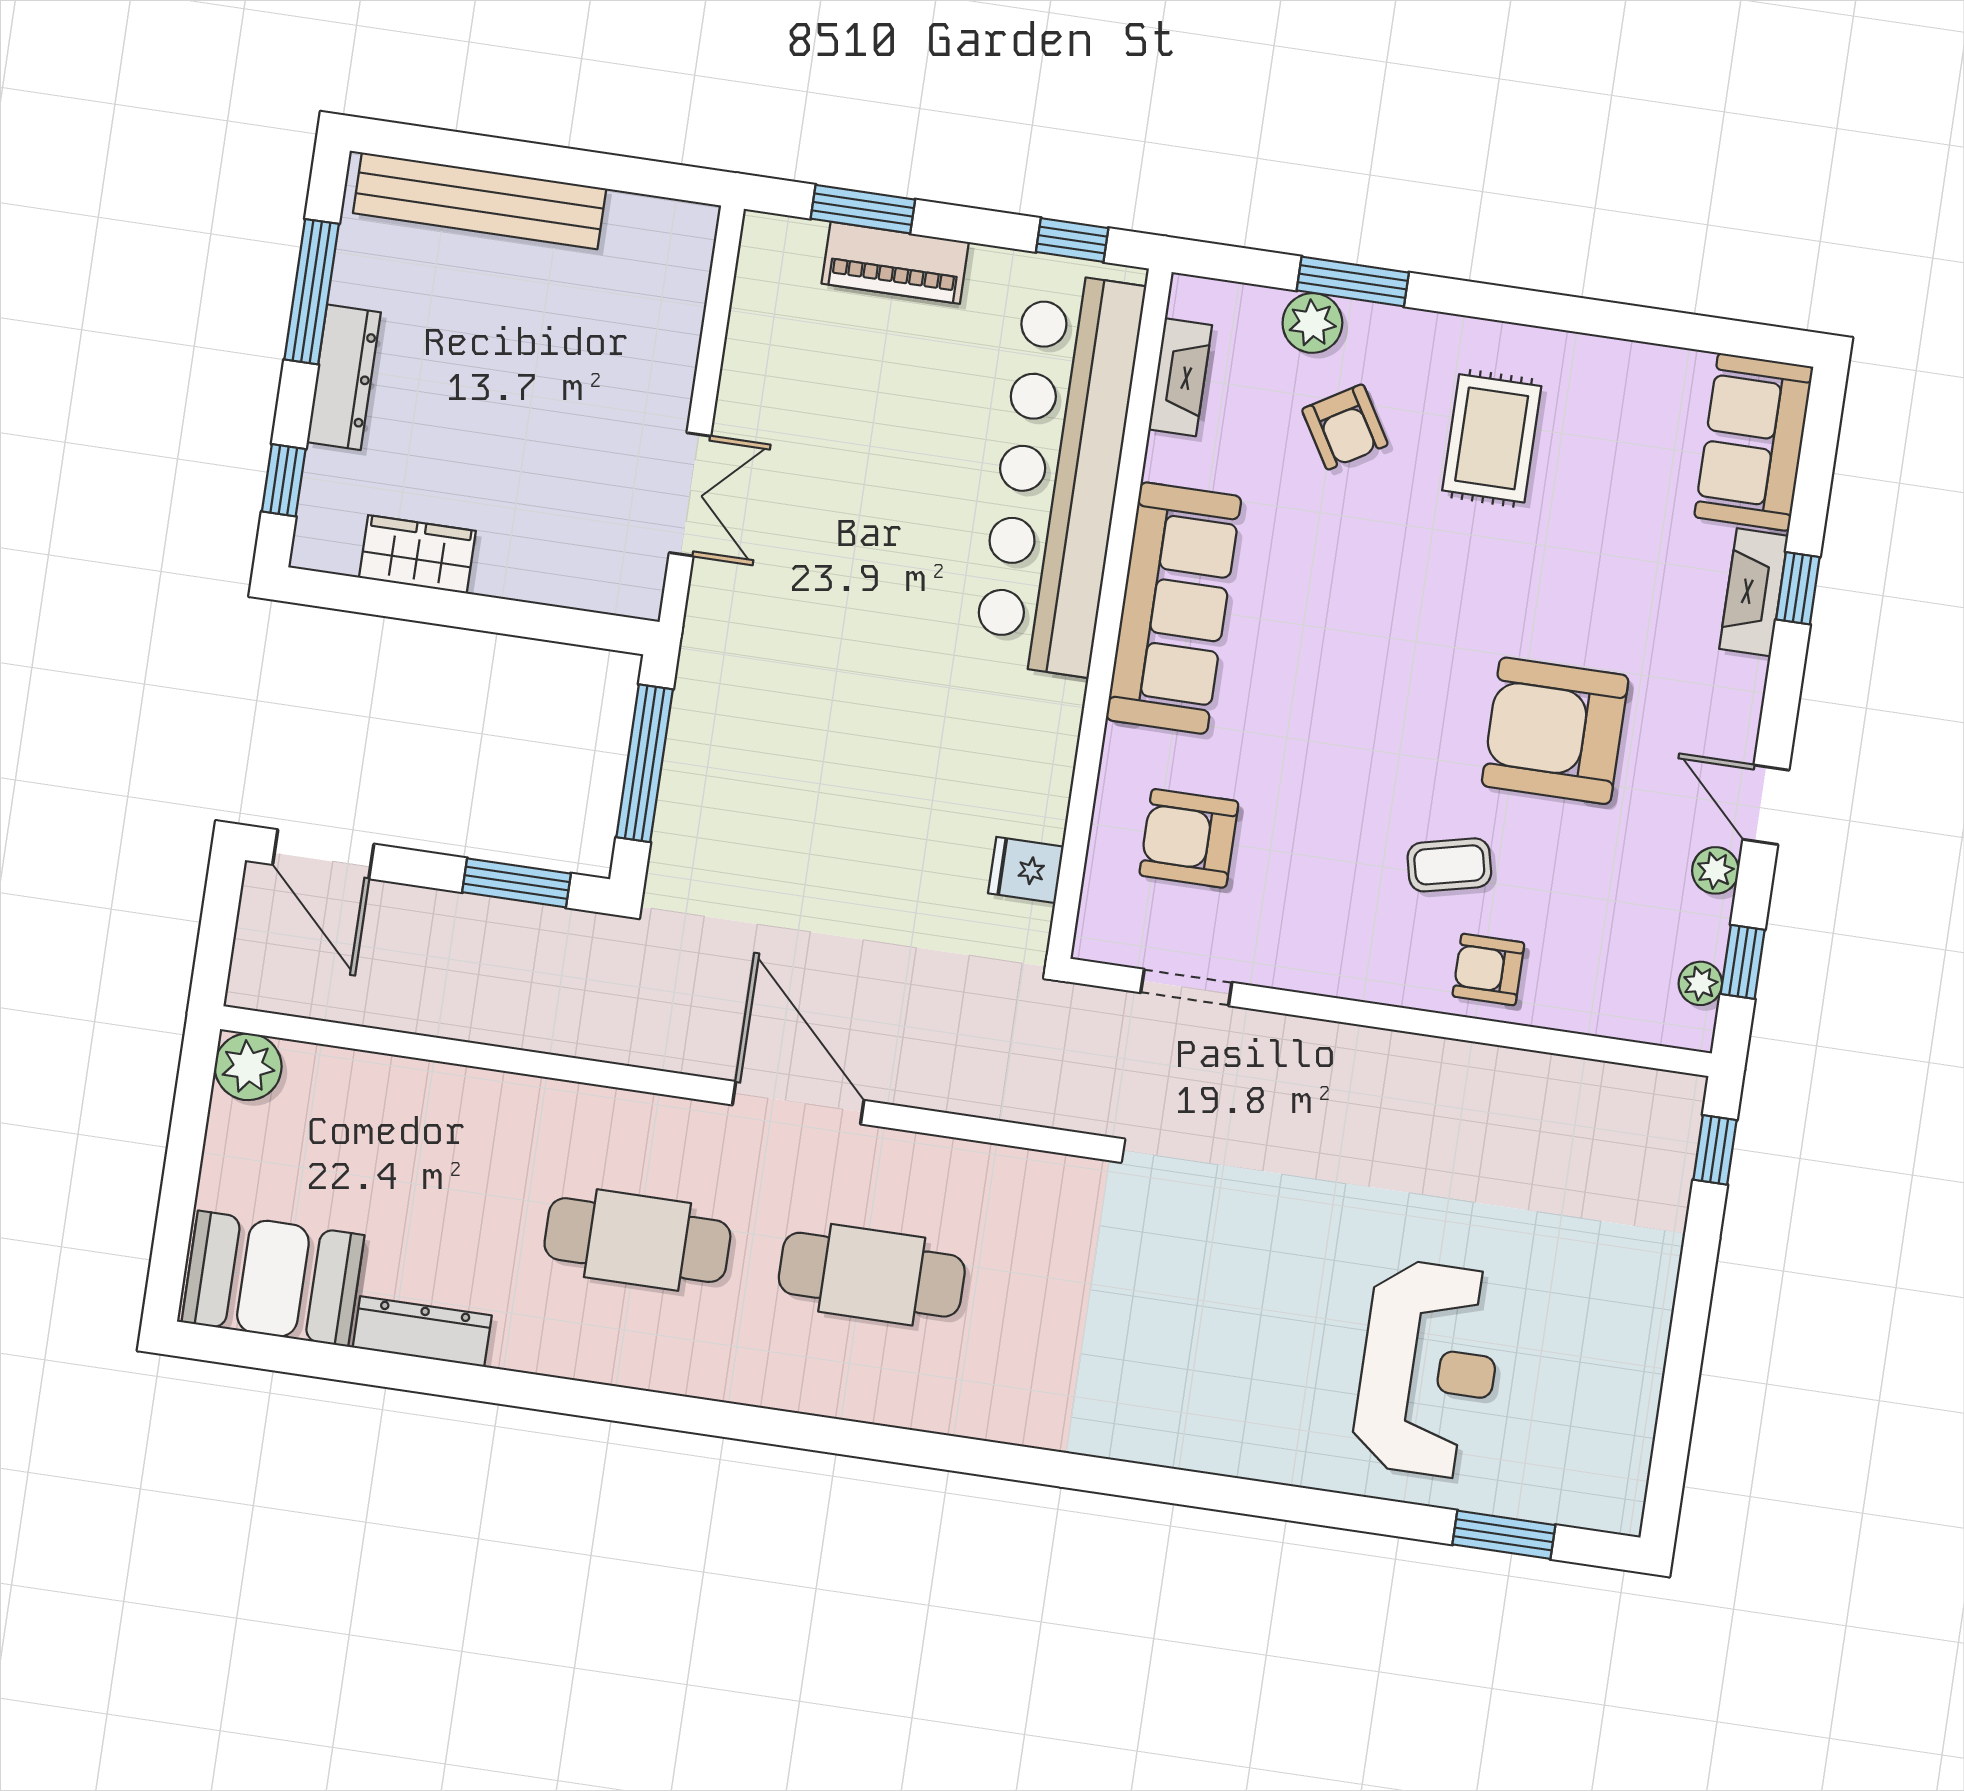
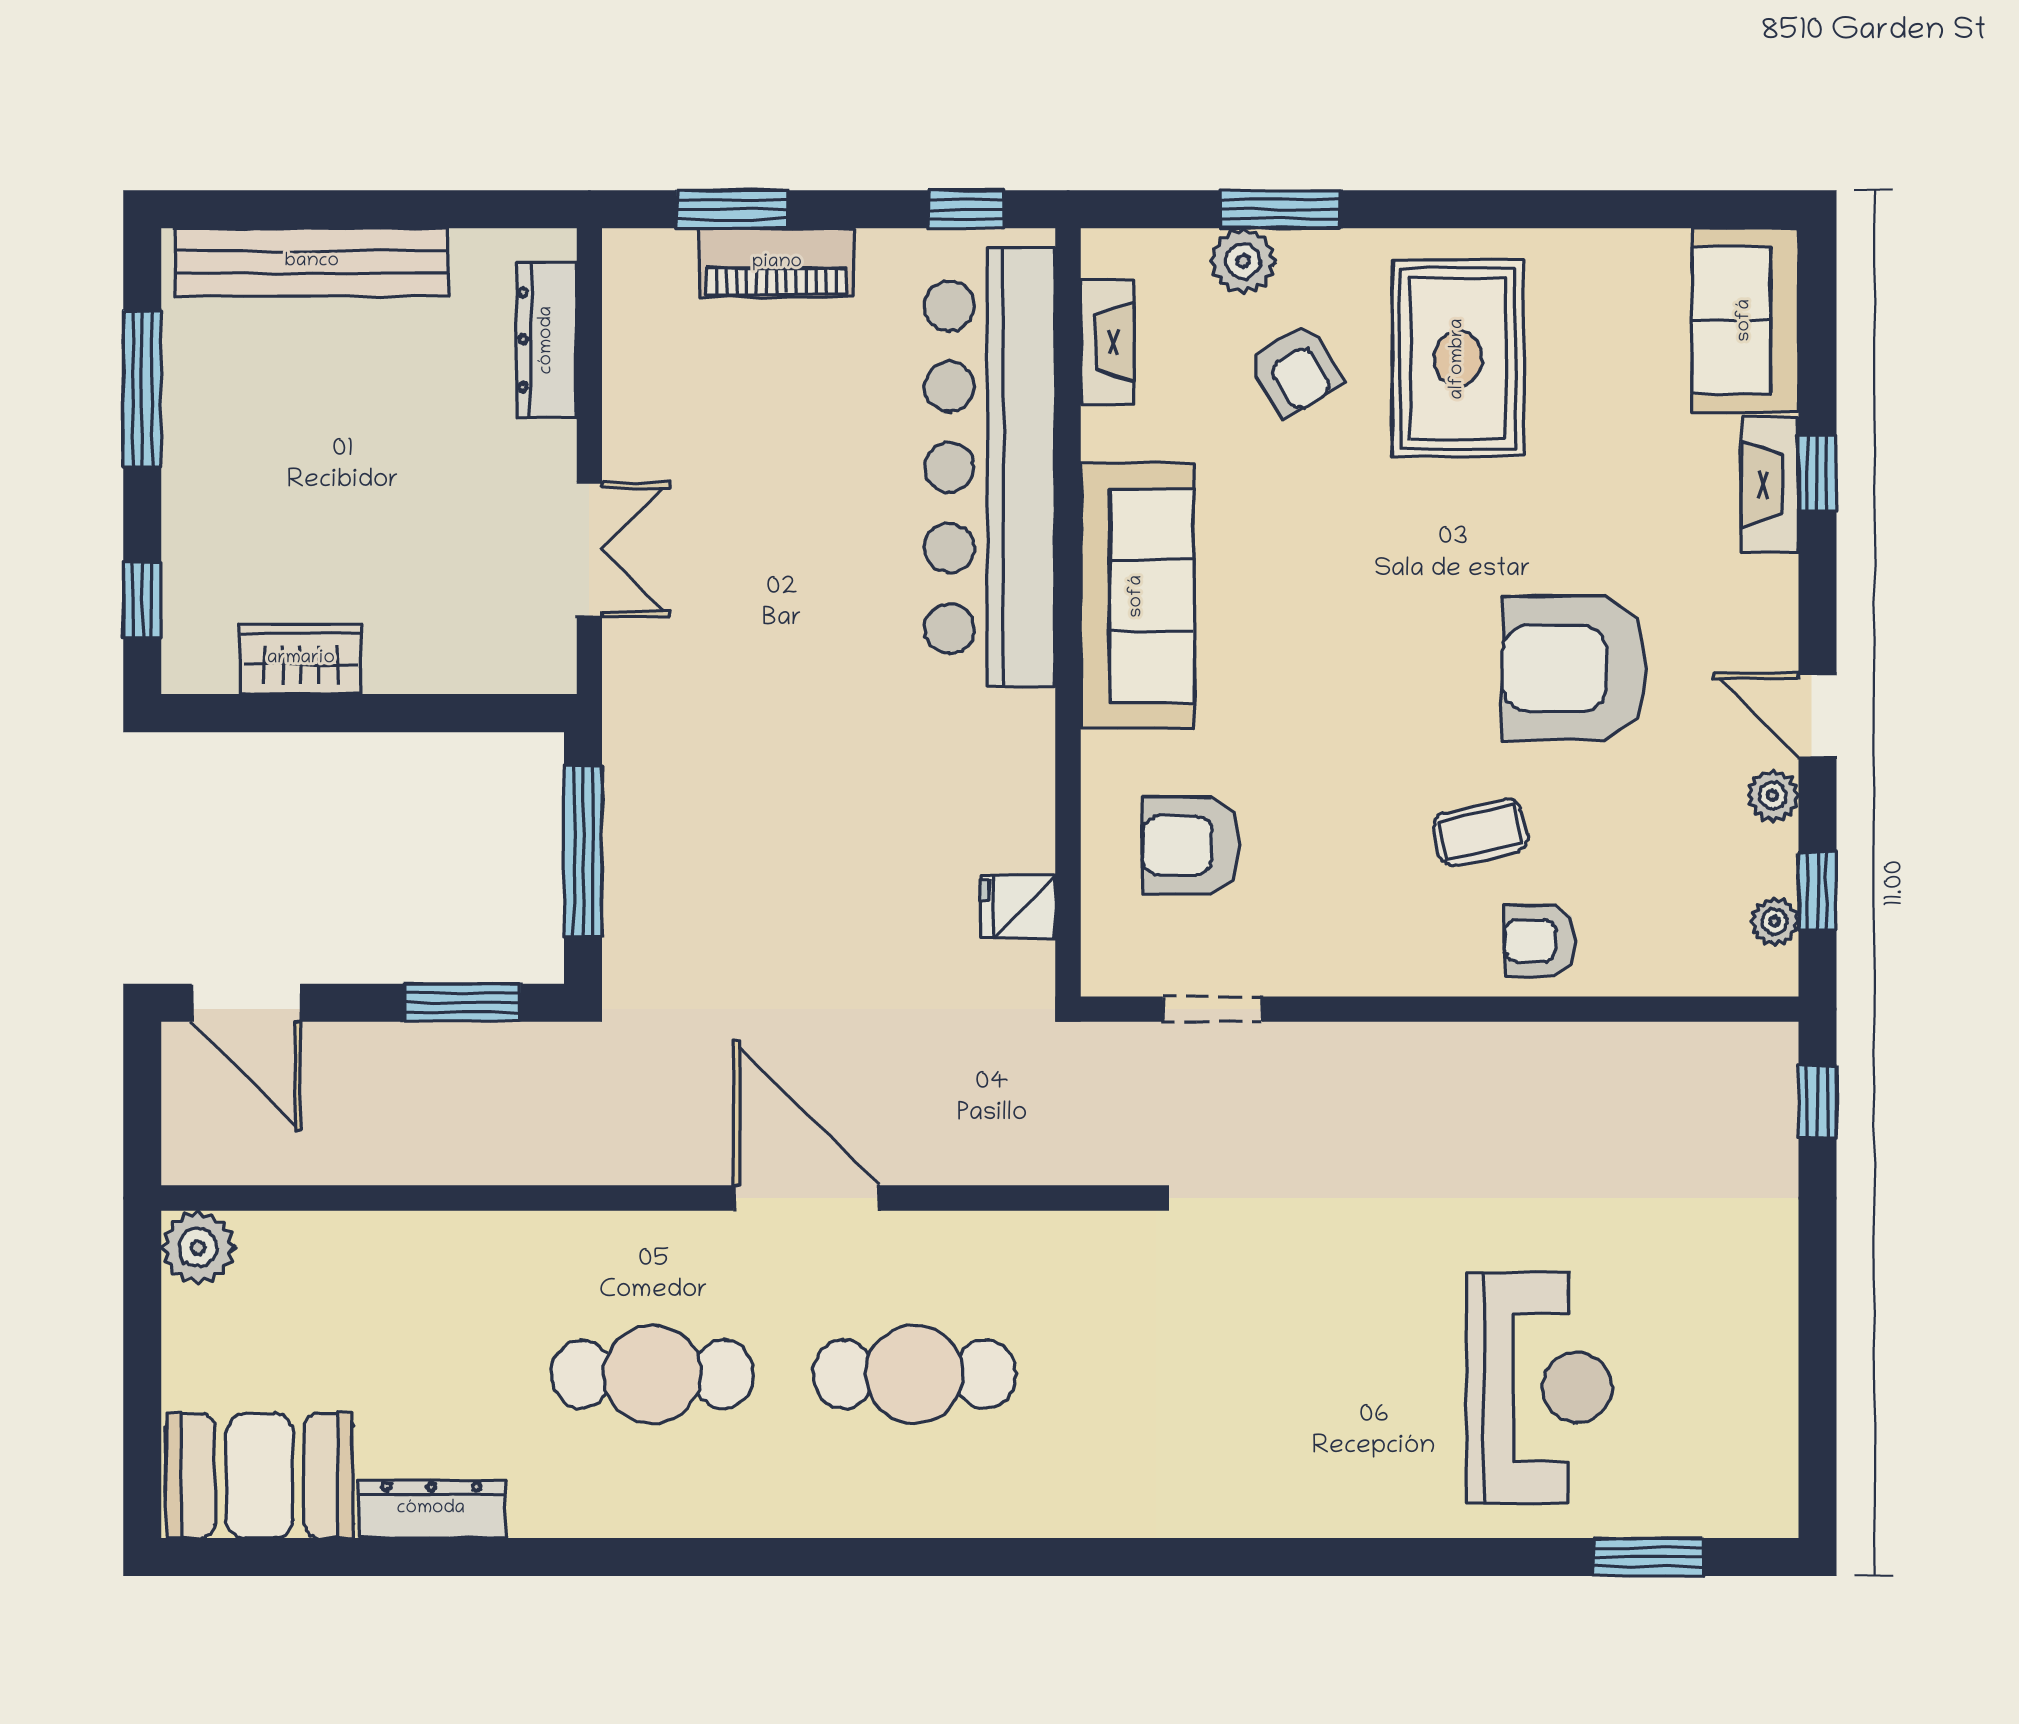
dresser: (344, 377) -> (547, 340), moved, turned 180
rug: (1492, 438) -> (1458, 359), width x1.36, depth x1.43

